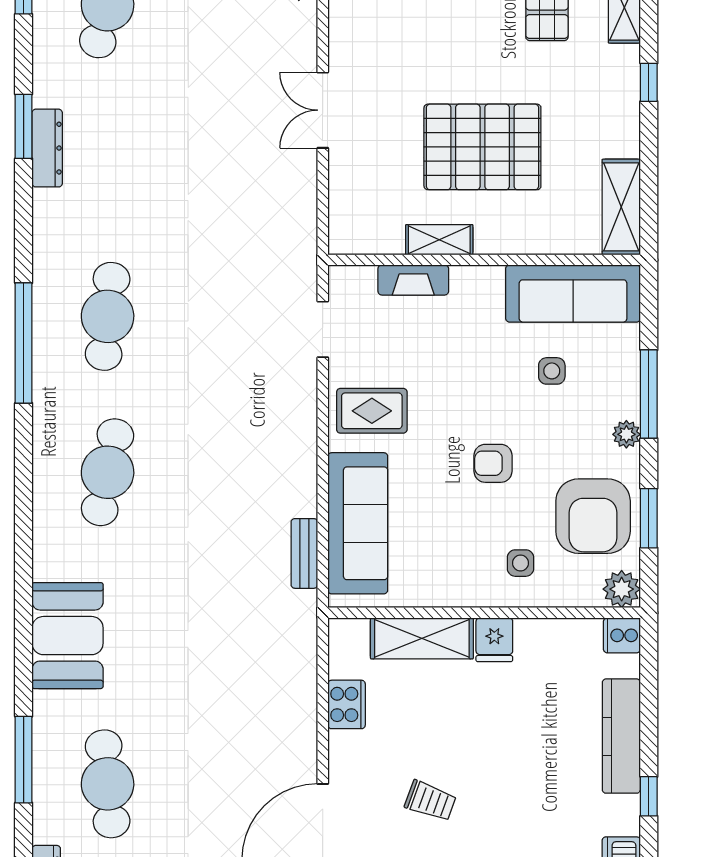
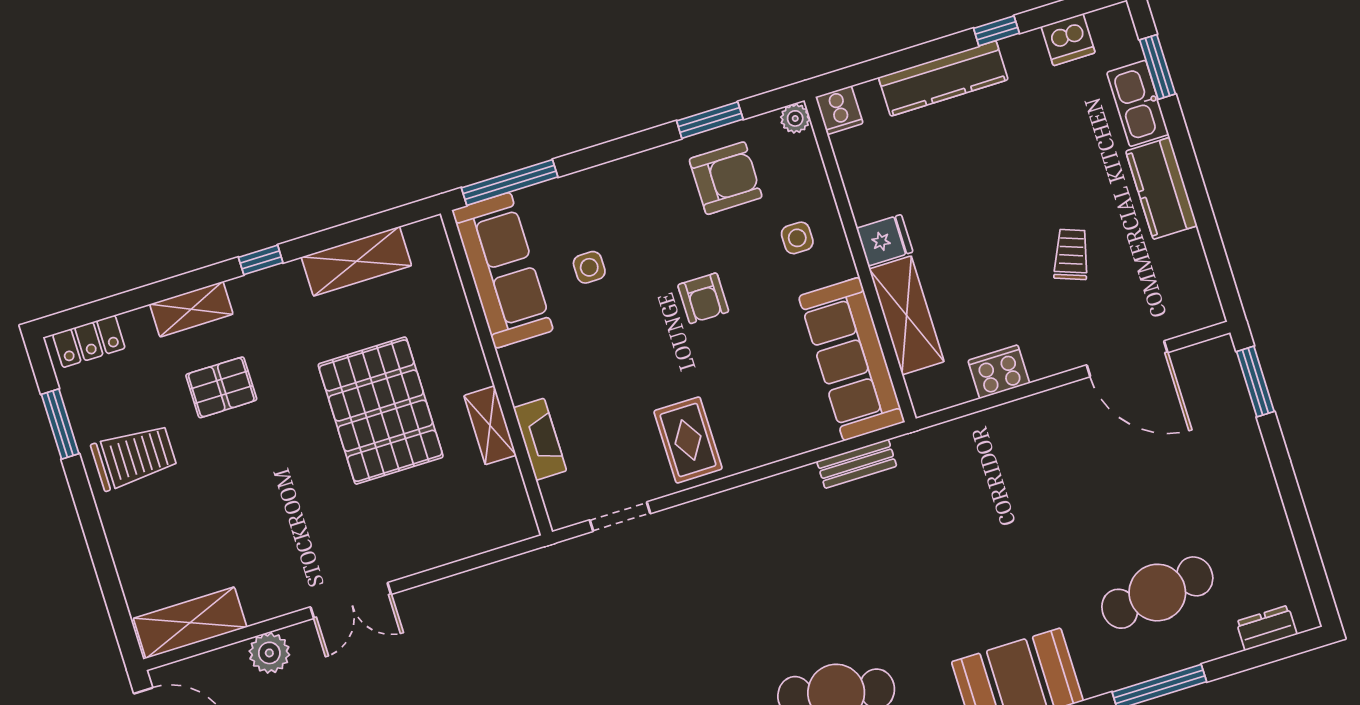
double door: (323, 110) -> (351, 601), moved
shelving: (621, 207) -> (356, 261), moved
window: (649, 394) -> (510, 182), moved
plant: (626, 434) -> (631, 170), removed
armchair: (593, 516) -> (726, 178), width x0.73, depth x0.73
sofa: (358, 523) -> (852, 359), moved, turned -90
plant: (622, 589) -> (795, 118), width x0.73, depth x0.73

